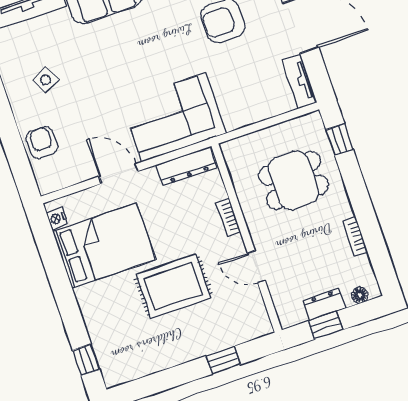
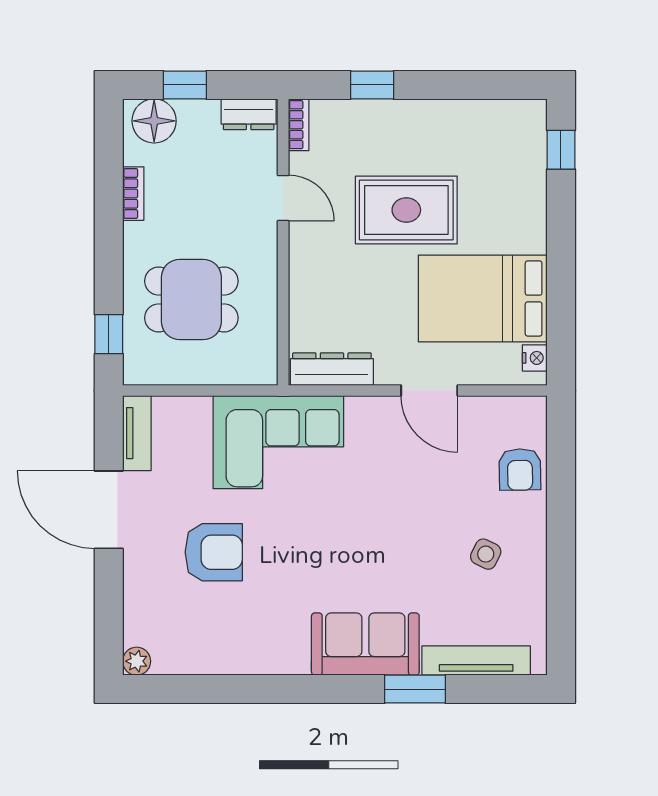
side table: (45, 80) -> (486, 554), turned -38
corner sofa: (174, 117) -> (278, 442), moved
bookcase: (228, 217) -> (299, 125), moved
floor lamp: (360, 295) -> (154, 121), width x1.89, depth x1.89
dresser: (325, 304) -> (249, 114), moved
window: (325, 325) -> (185, 85), moved

